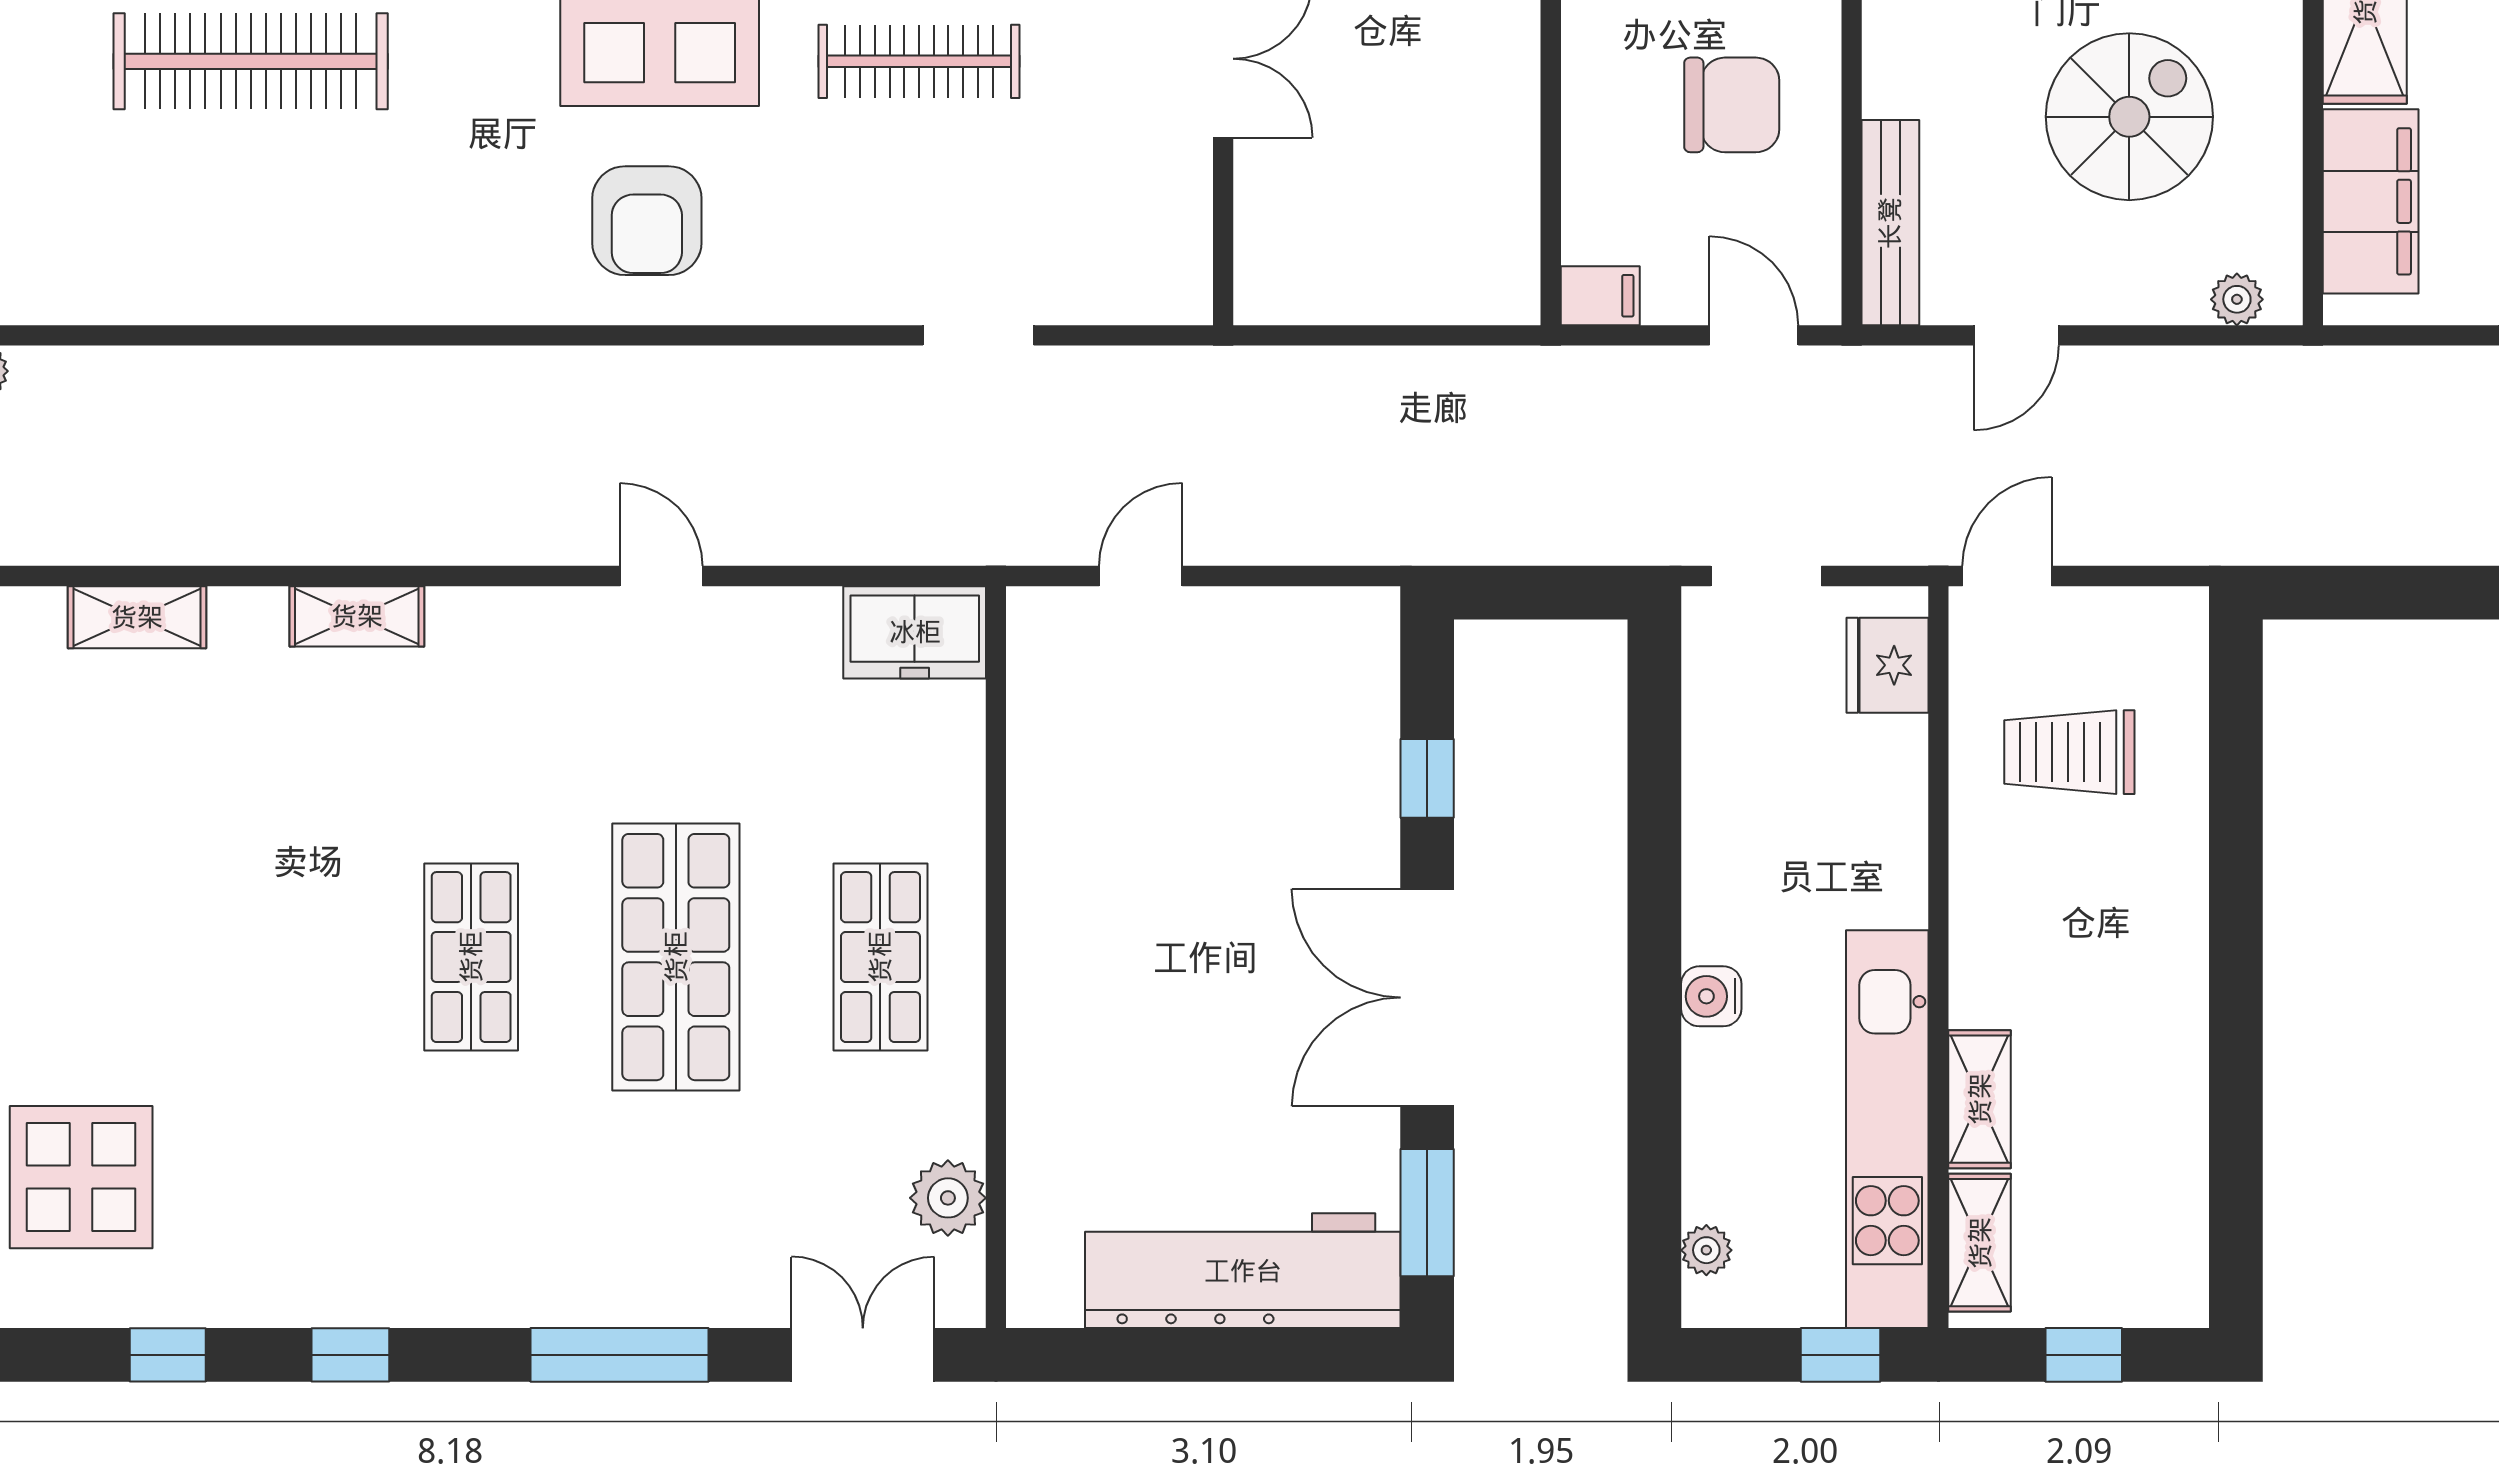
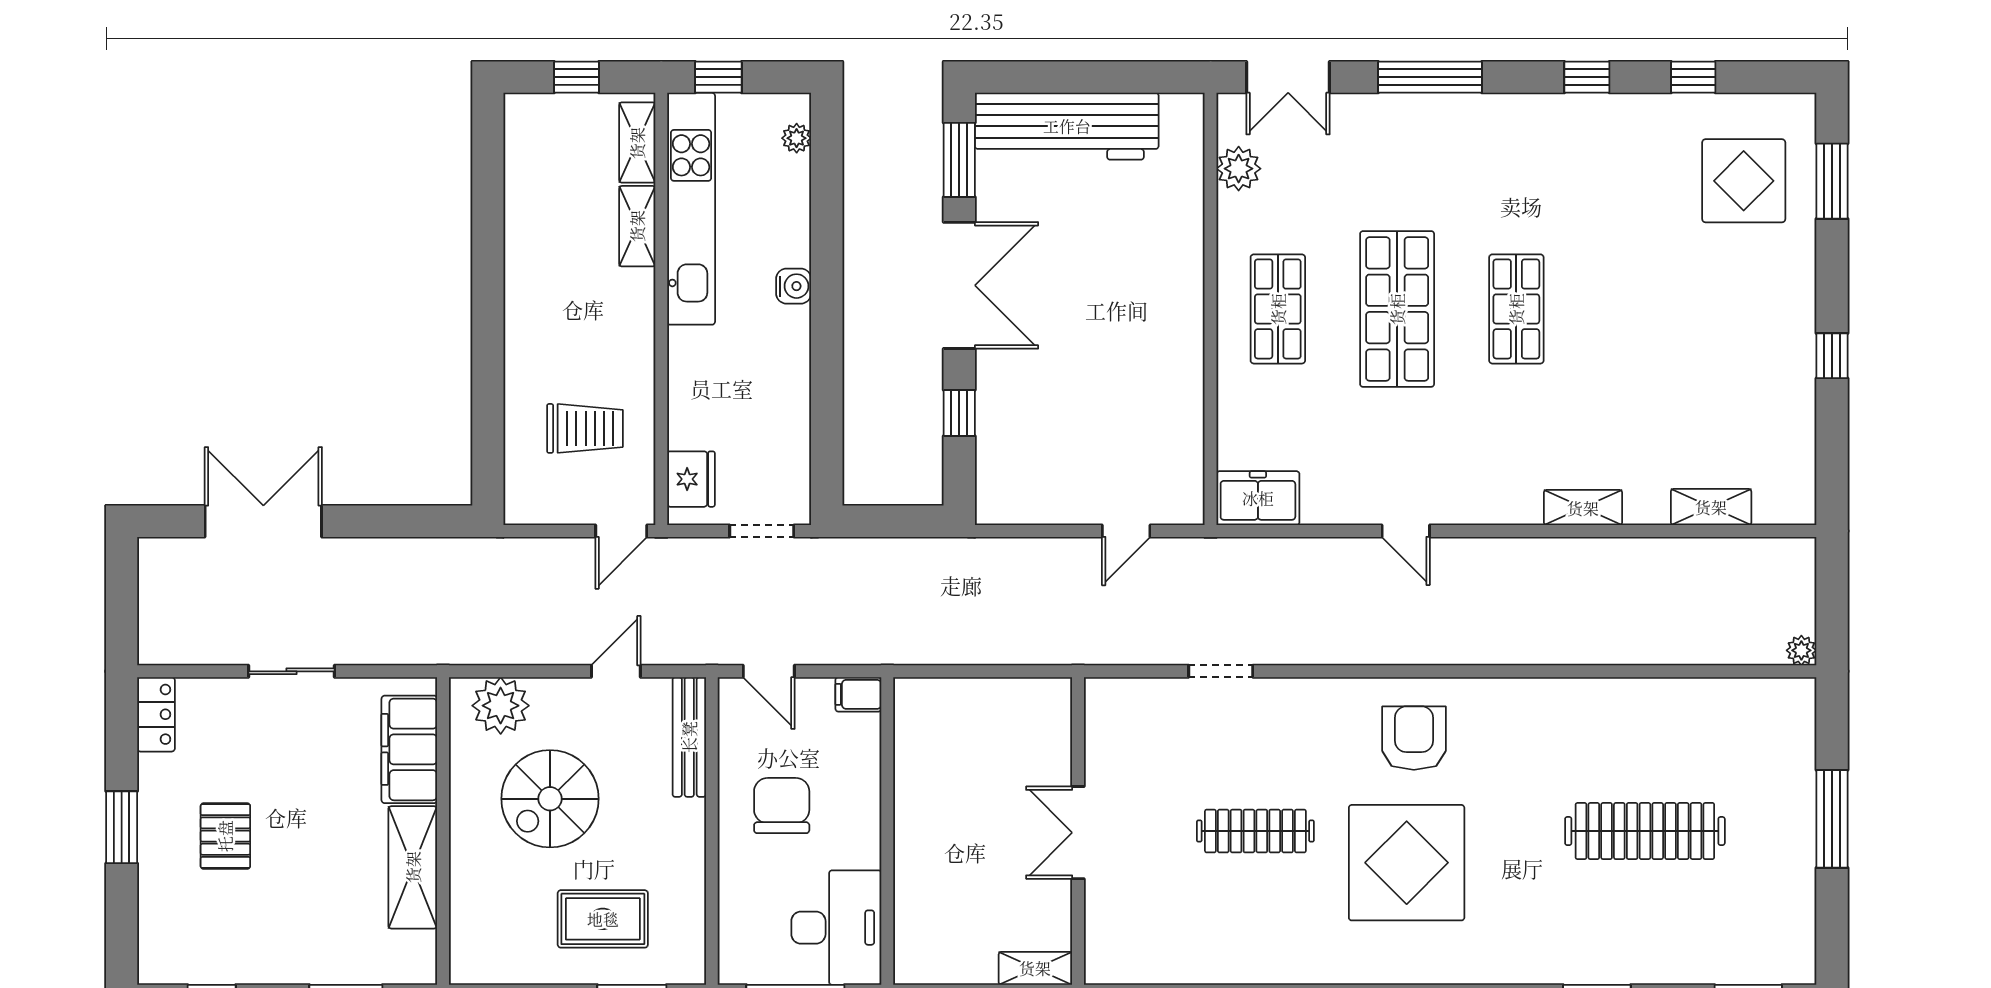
chair: (1732, 105) -> (782, 806), turned 90
plant: (2237, 299) -> (501, 706), width x1.87, depth x1.87

